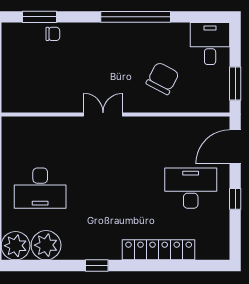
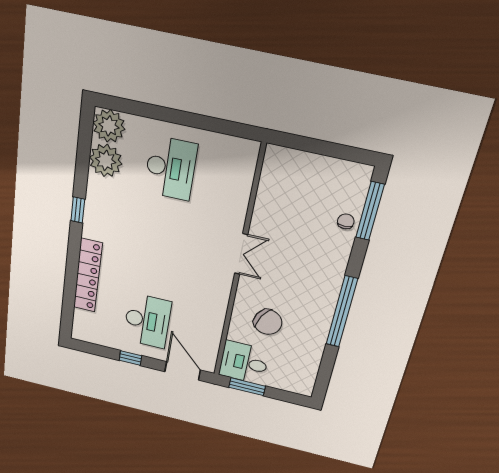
window: (40, 17) -> (370, 211), width x1.44
chair: (53, 34) -> (346, 221), turned 180
desk: (210, 44) -> (244, 363), moved, turned 180
desk: (40, 188) -> (170, 168), turned 180

